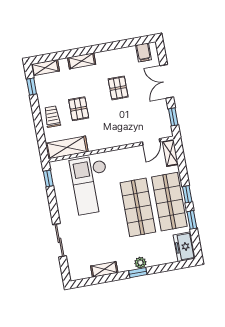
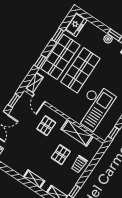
pallet: (118, 88) -> (46, 126), moved
door: (151, 142) -> (39, 99), swing flipped
shelving: (67, 148) -> (77, 133), moved
window: (187, 194) -> (40, 61), moved

